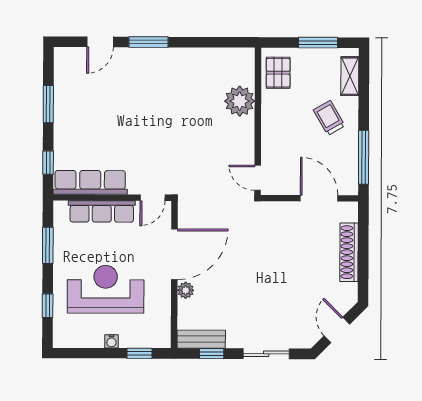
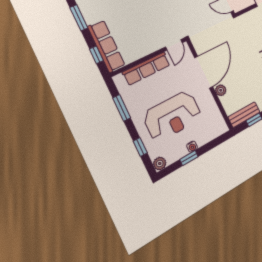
row of seats: (90, 182) -> (106, 46), moved, turned 90
reception desk: (106, 289) -> (173, 116), turned 180
plant: (61, 339) -> (160, 164), added
window: (140, 353) -> (189, 158), moved

